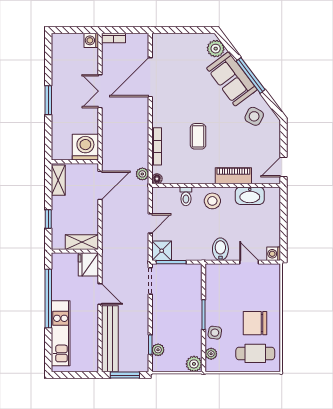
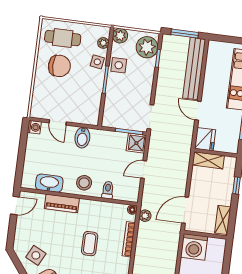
side table: (191, 332) -> (119, 65), added
plant: (158, 350) -> (147, 47), width x1.88, depth x1.88

